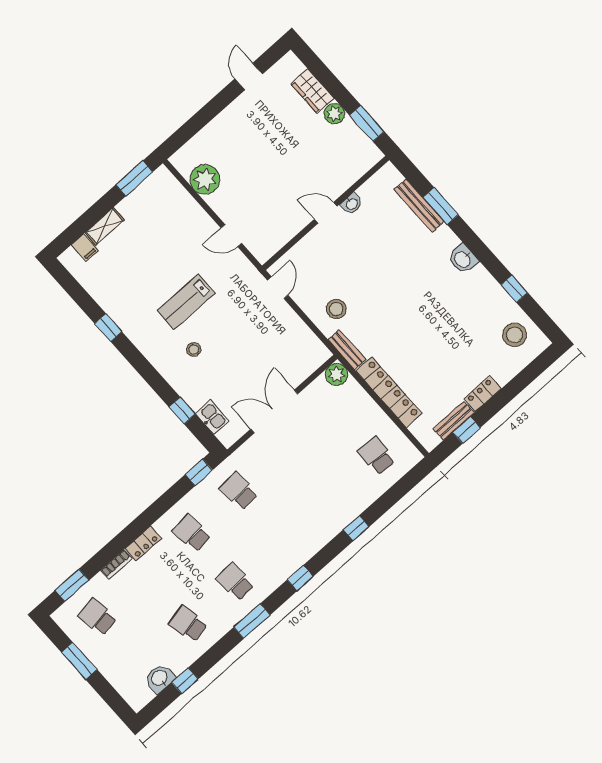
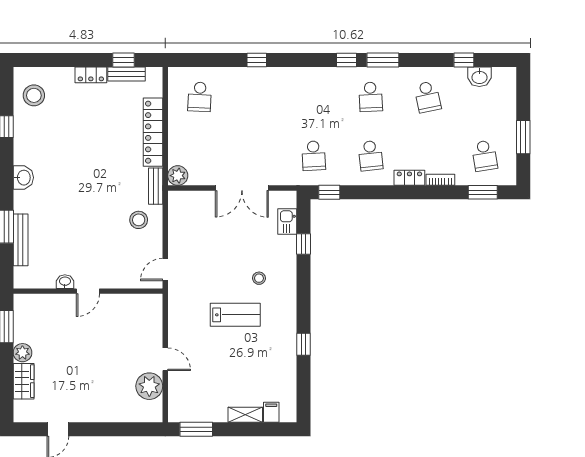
door: (326, 213) -> (88, 291), hinge flipped
door: (231, 236) -> (165, 359), moved
window: (300, 578) -> (347, 60), moved

